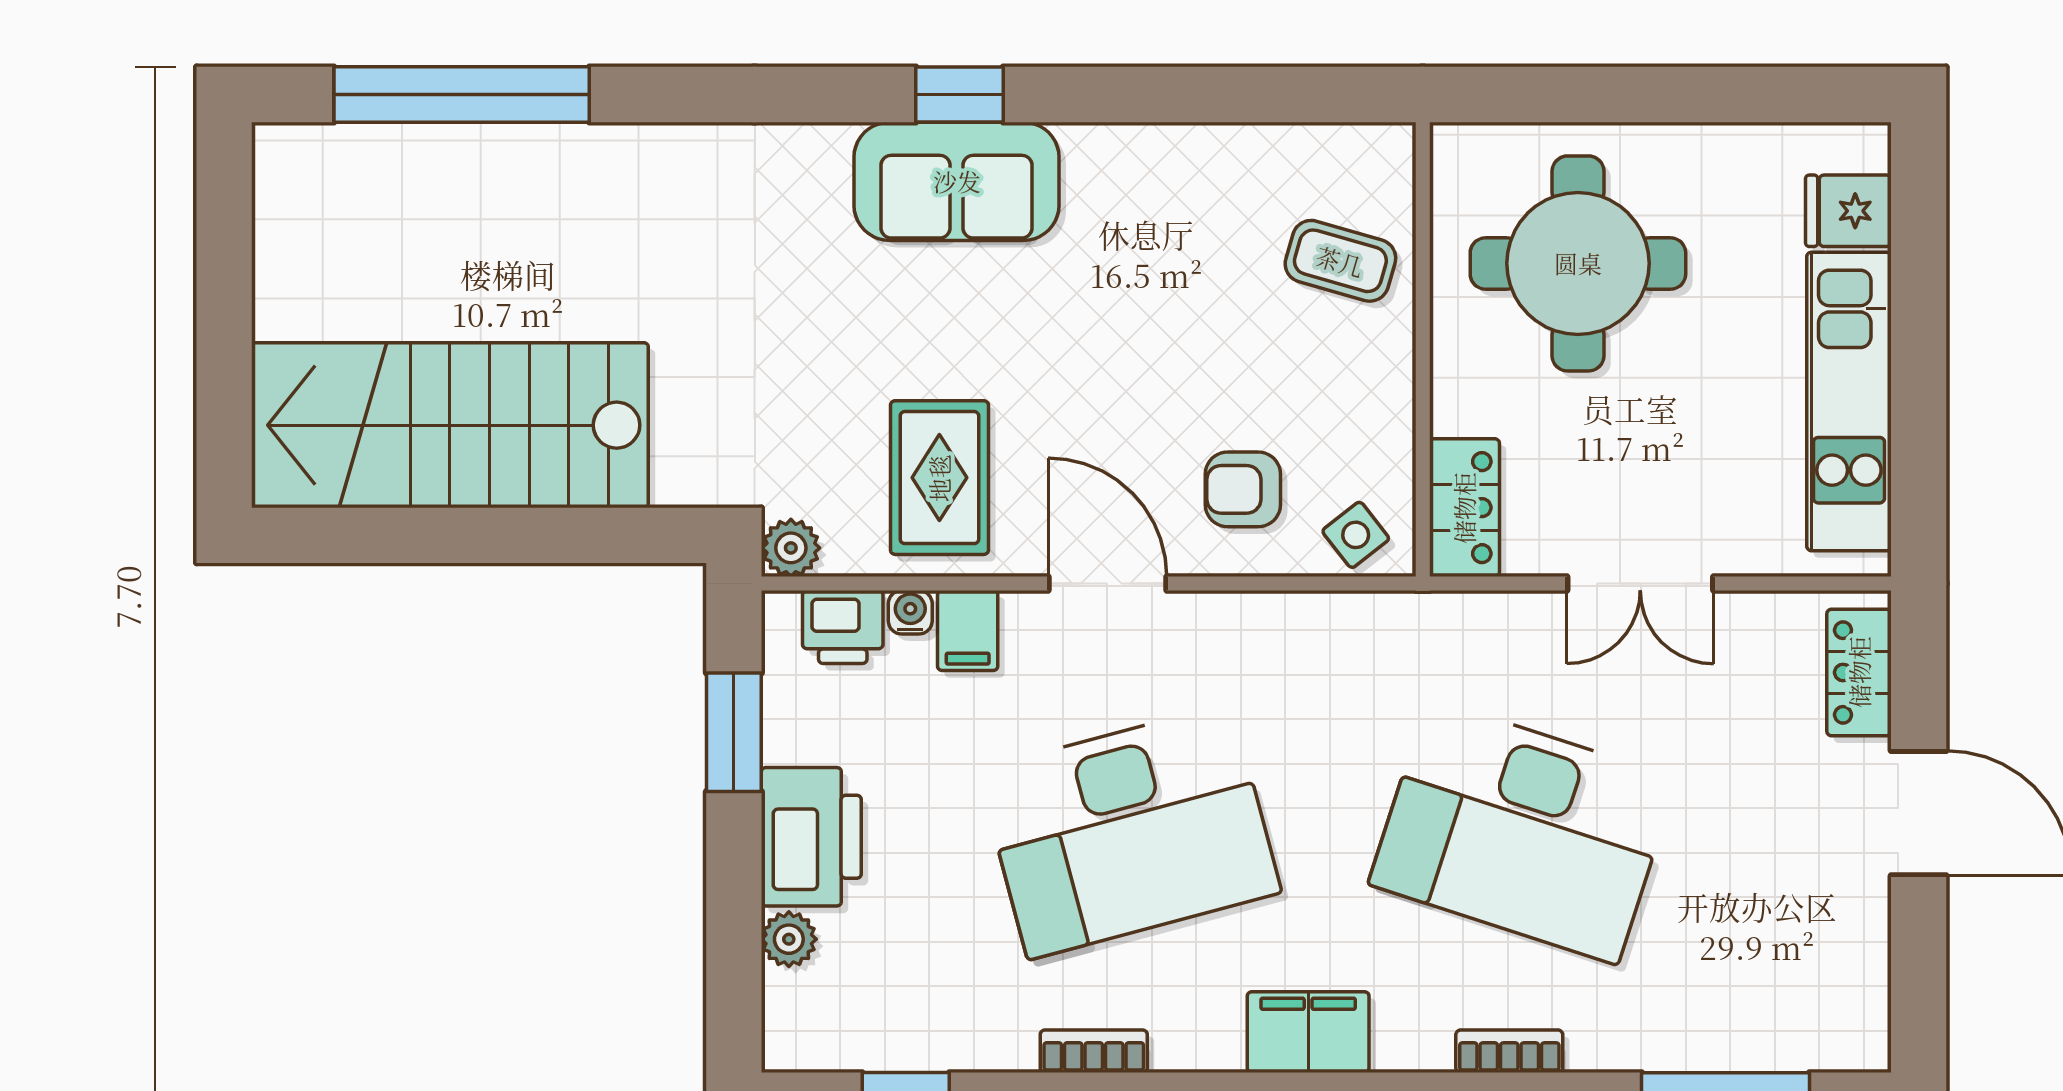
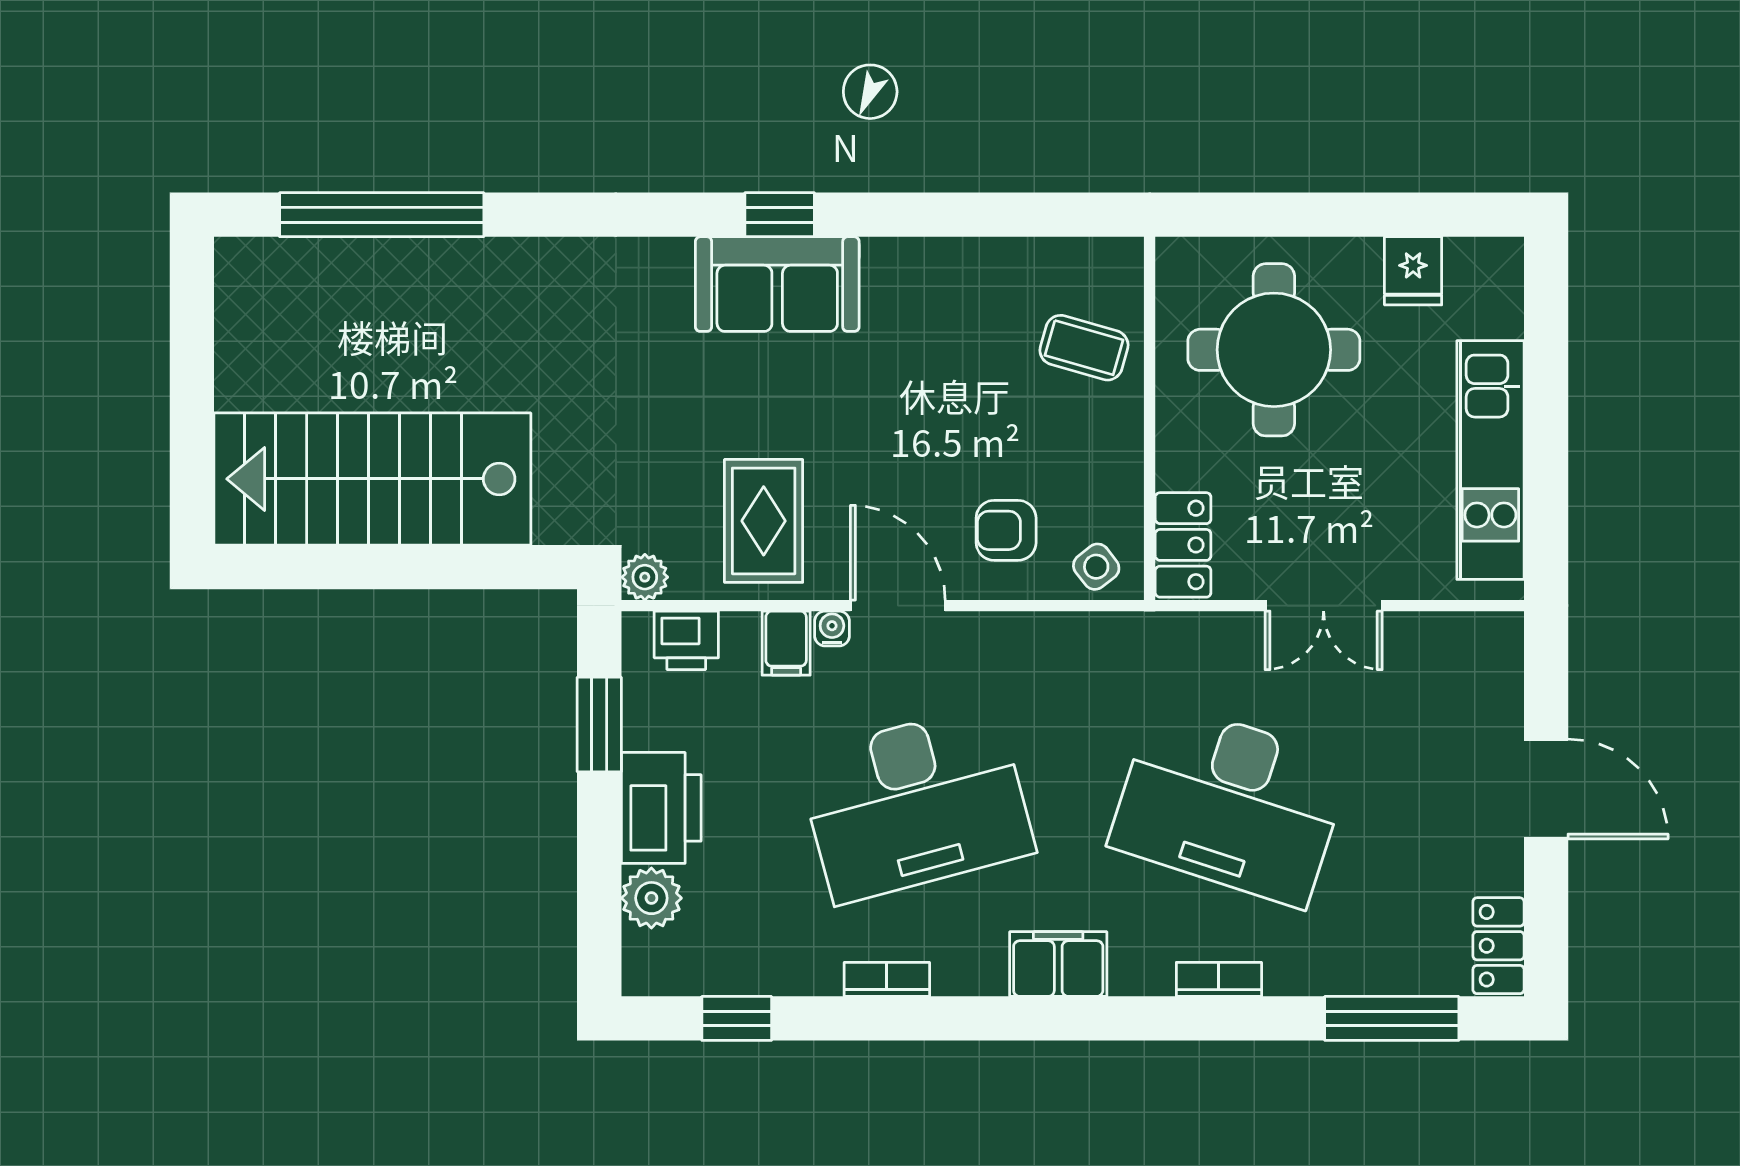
fridge: (1848, 211) -> (1413, 271), moved, turned -90
water cooler: (910, 612) -> (832, 628), moved
locker: (1859, 672) -> (1498, 946), moved
plant: (789, 939) -> (651, 898), width x1.38, depth x1.38

